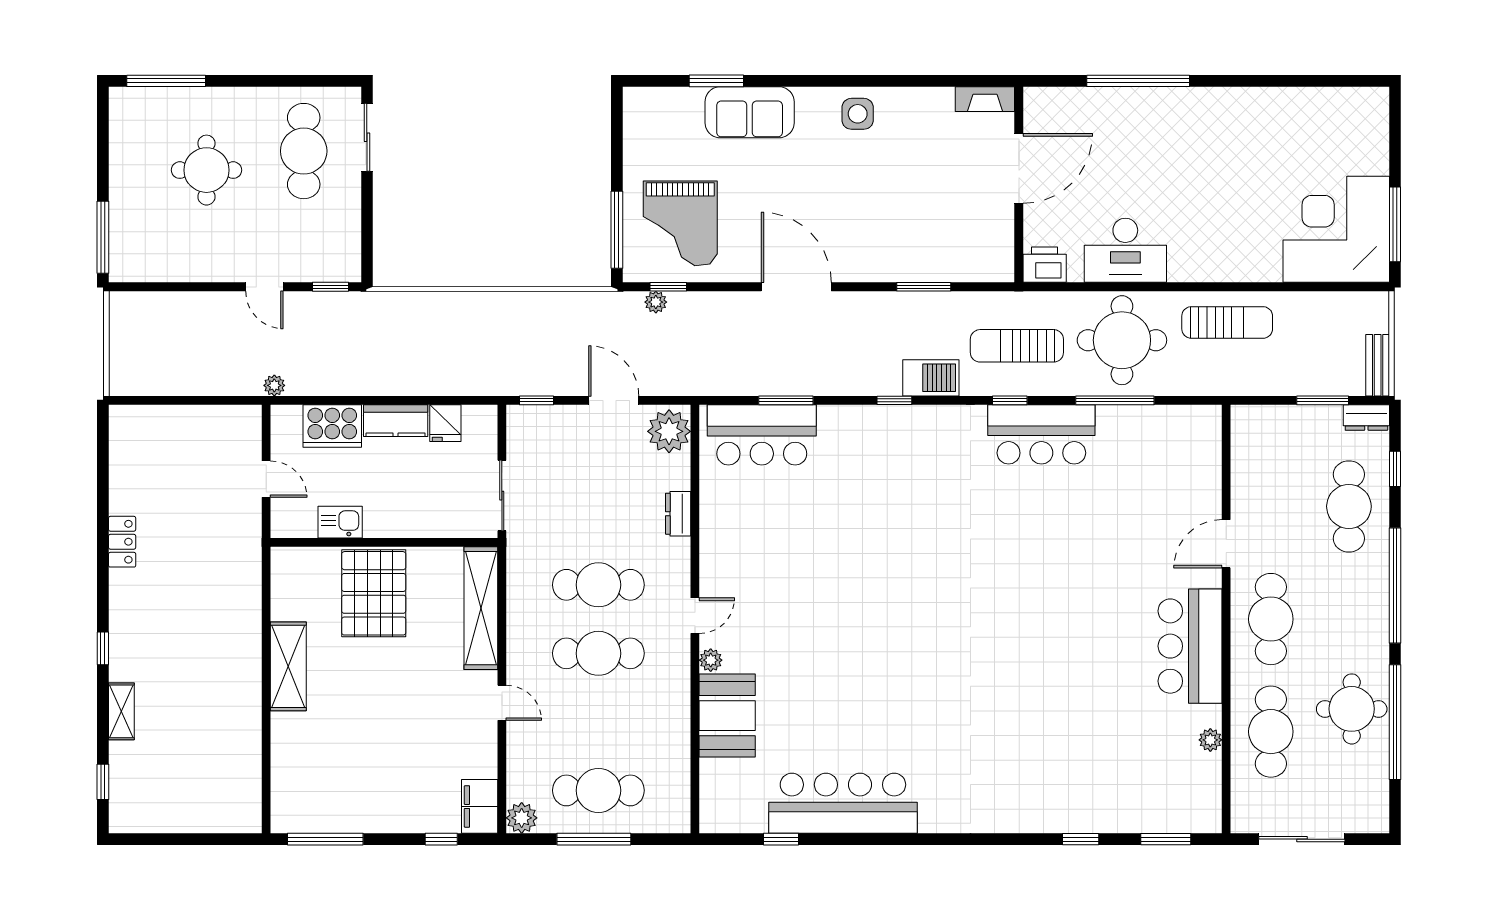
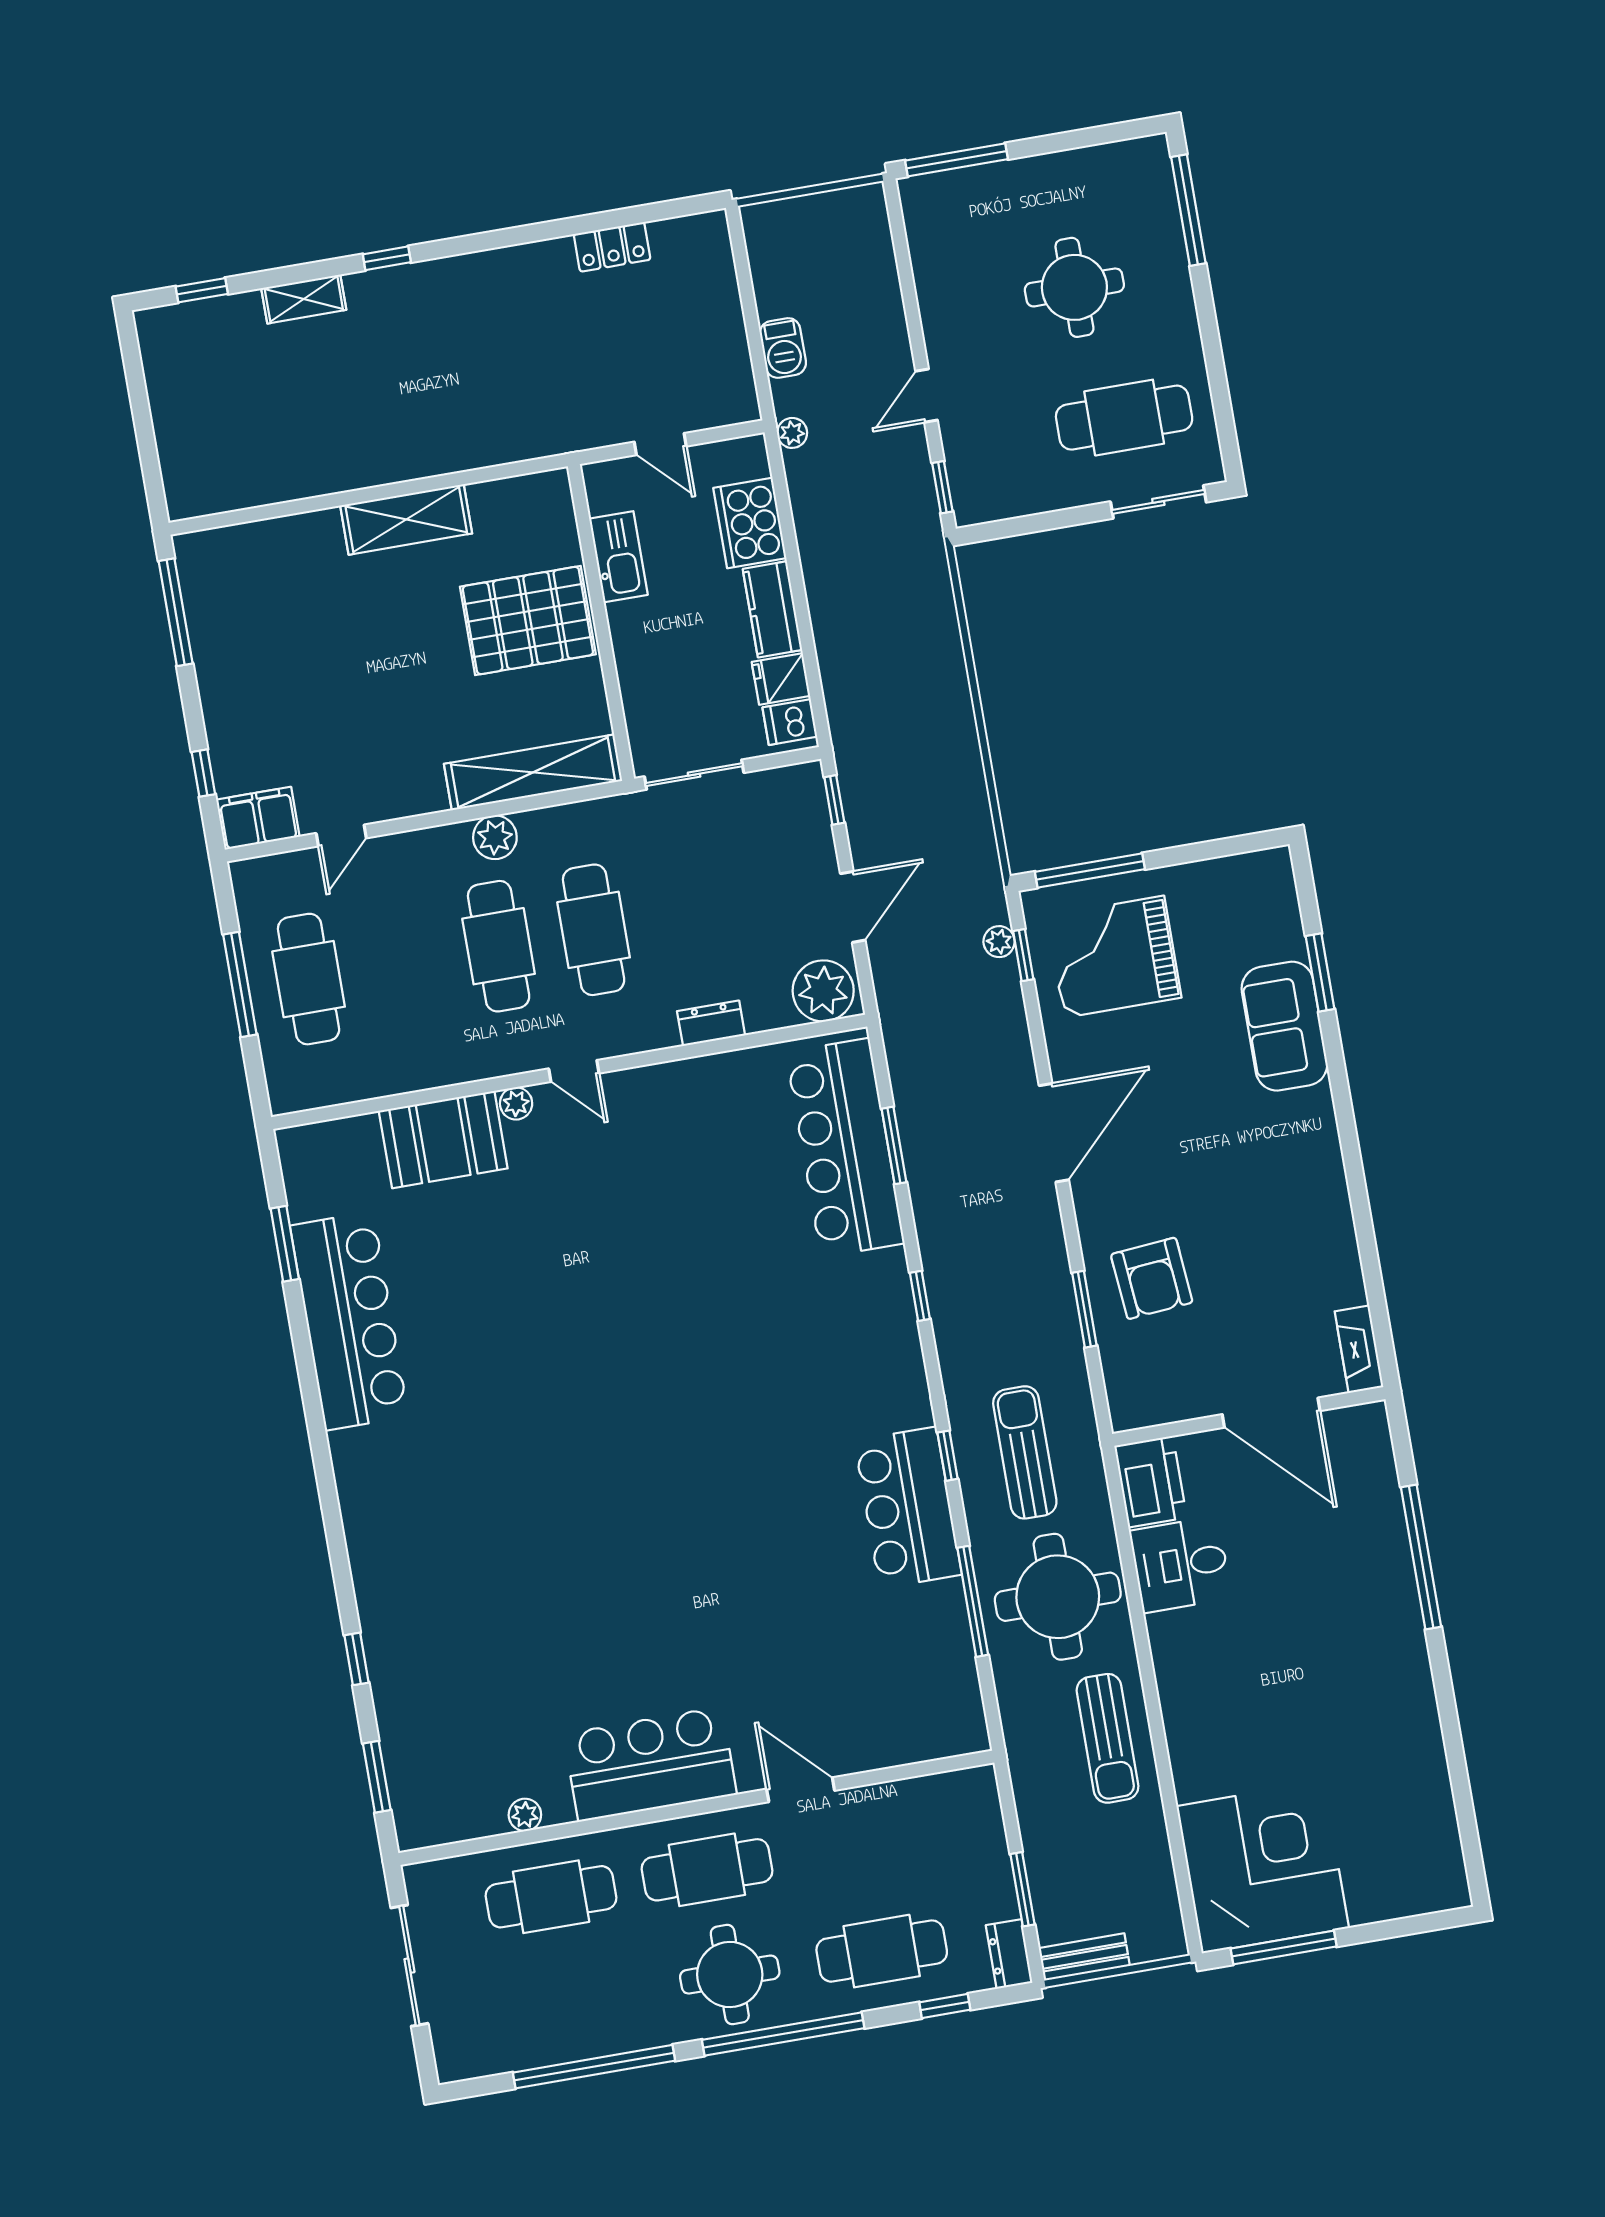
side table: (858, 114) -> (1308, 1176), removed
armchair: (910, 236) -> (1152, 1278), added
desk: (1125, 250) -> (1180, 1564), width x0.73
printer: (1045, 265) -> (1151, 1482), width x1.37, depth x1.19
barbecue: (931, 378) -> (783, 348), moved, width x0.73, depth x0.79
dishwasher: (477, 422) -> (790, 722), added
bar counter: (762, 435) -> (845, 1148), width x1.36
door: (266, 479) -> (660, 444), hinge flipped
kitchen sink: (340, 522) -> (618, 557), width x1.38
locker: (122, 542) -> (612, 247), moved
door: (502, 703) -> (341, 836), moved
round table: (1352, 709) -> (730, 1975), moved
plant: (522, 818) -> (495, 837), moved
window: (781, 839) -> (285, 1244), width x1.50

